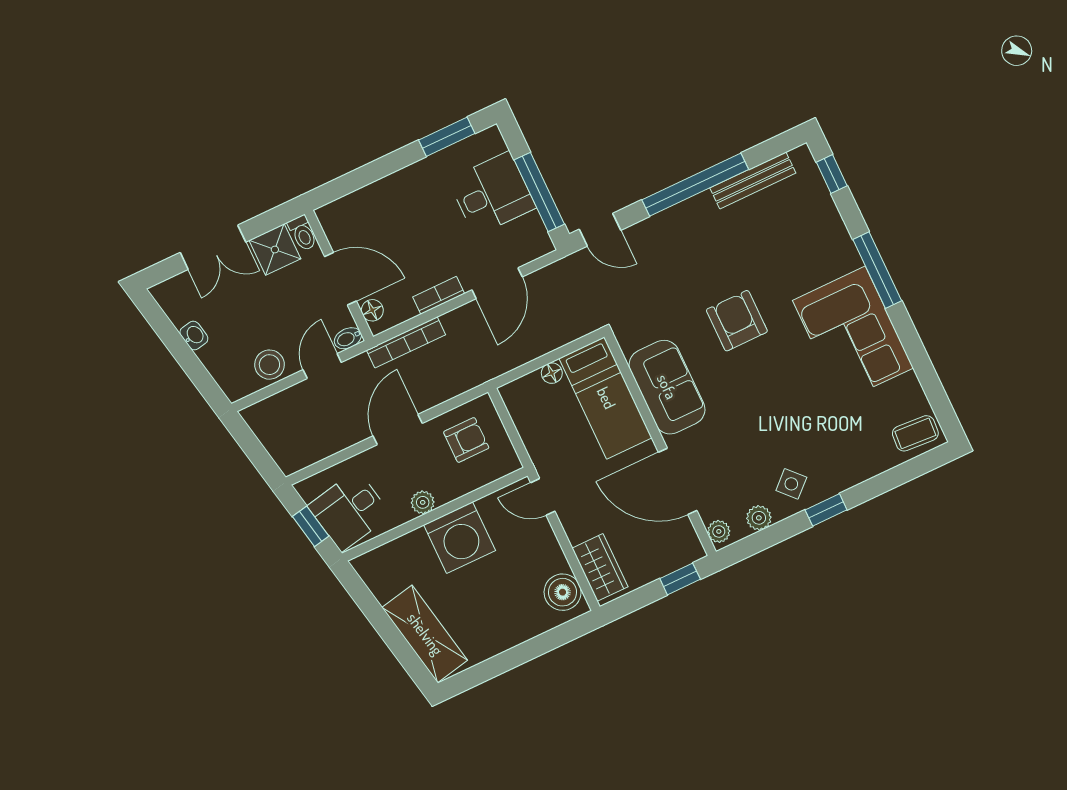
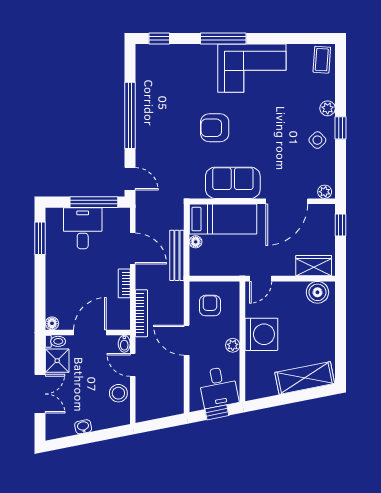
bench: (753, 180) -> (177, 255), moved
door: (600, 230) -> (130, 179), hinge flipped
floor lamp: (372, 310) -> (52, 323), moved
plant: (759, 518) -> (328, 108), moved

